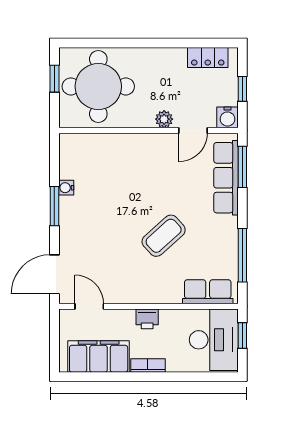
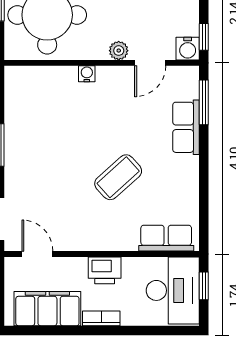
window: (242, 89) -> (204, 37), moved
row of seats: (226, 178) -> (186, 127), width x0.68
water cooler: (66, 188) -> (87, 74), moved, turned 90
window: (242, 255) -> (204, 198), removed
printer: (147, 319) -> (105, 270), width x1.36, depth x1.24

